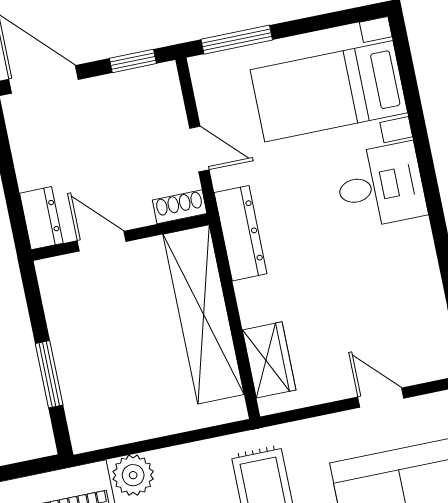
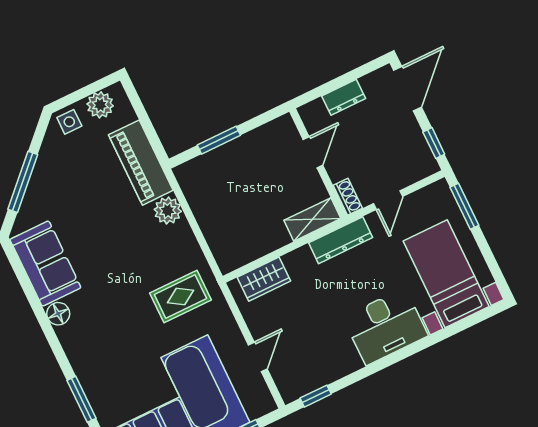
desk: (381, 186) -> (385, 326), width x1.37
dresser: (41, 218) -> (344, 97), moved
shelving: (204, 314) -> (312, 219), width x0.45, depth x0.75

